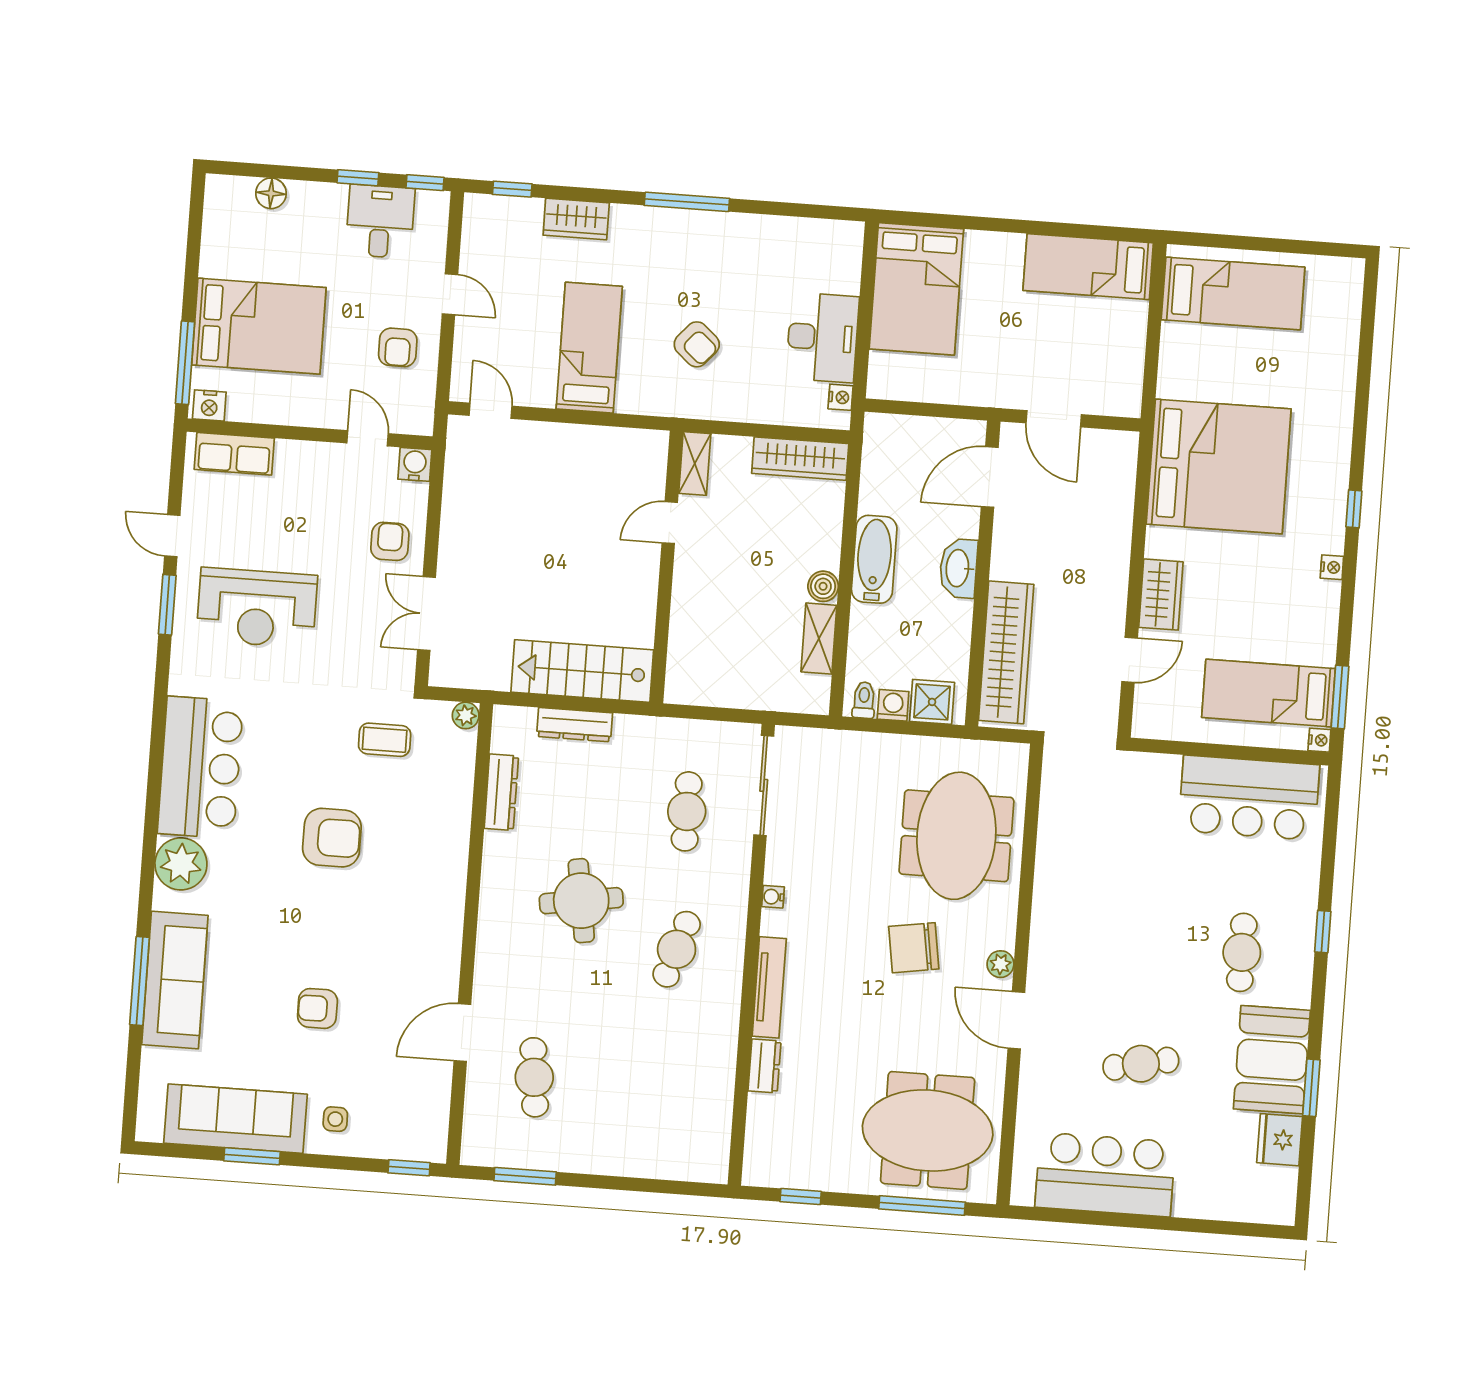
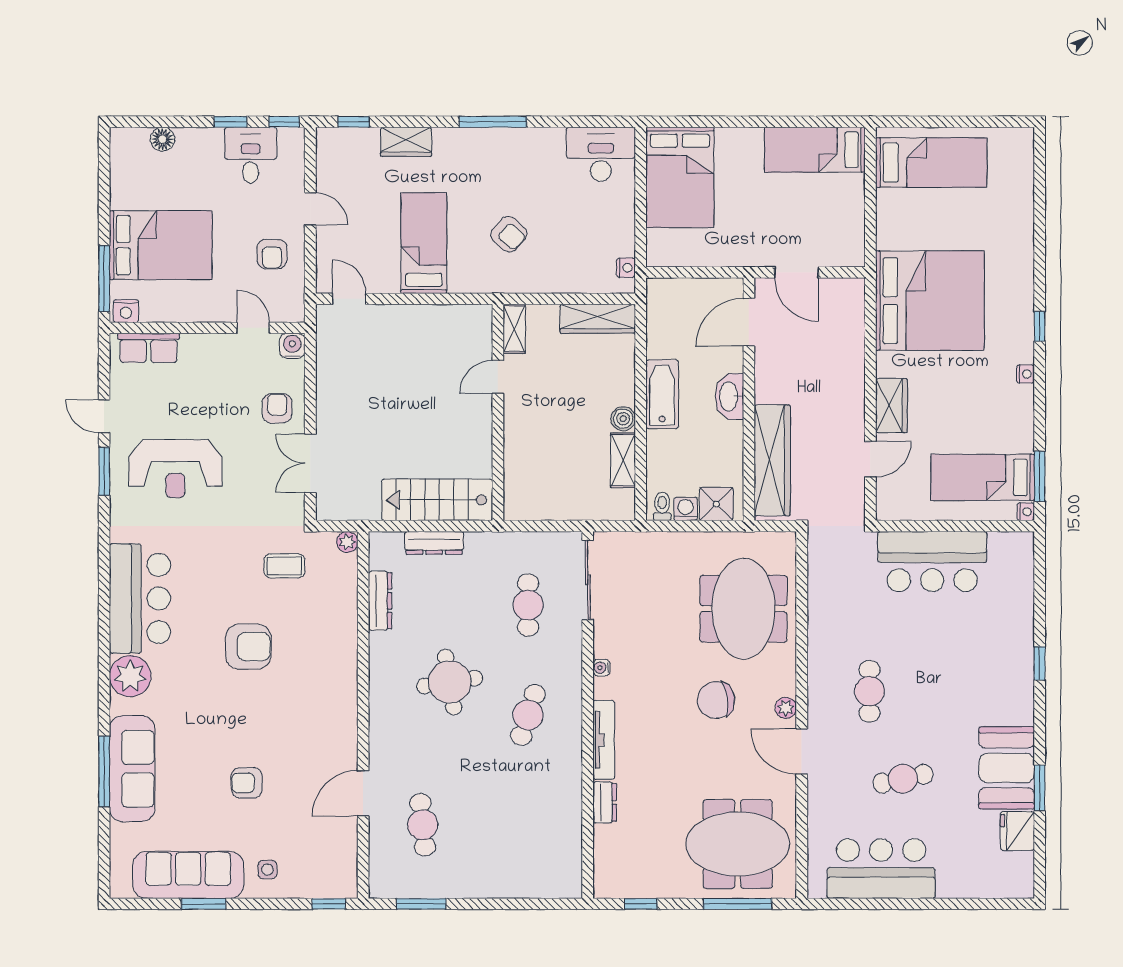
desk: (823, 337) -> (601, 154), moved, turned -90
bar counter: (1249, 798) -> (932, 562), moved
cafe table: (1242, 952) -> (869, 691), moved

